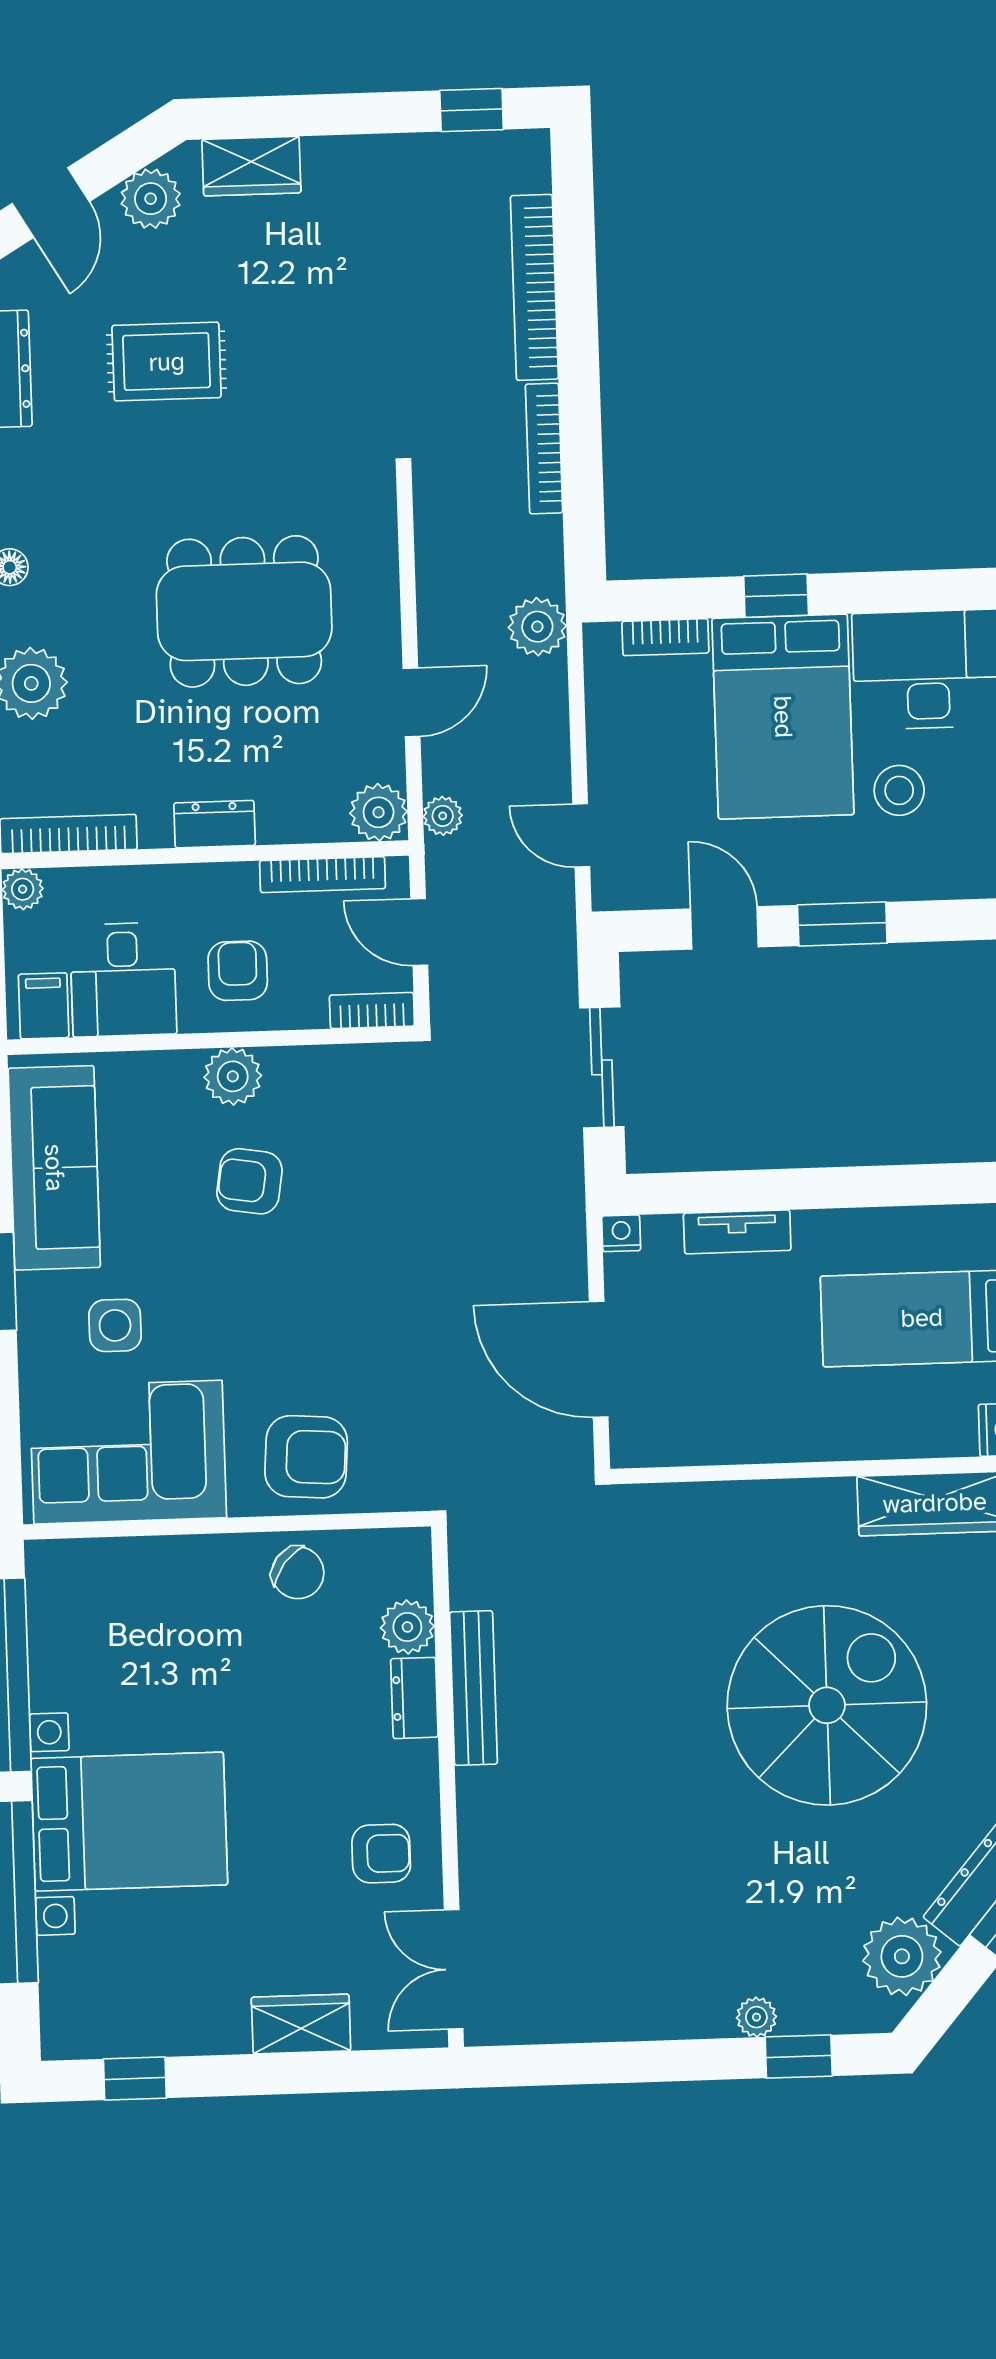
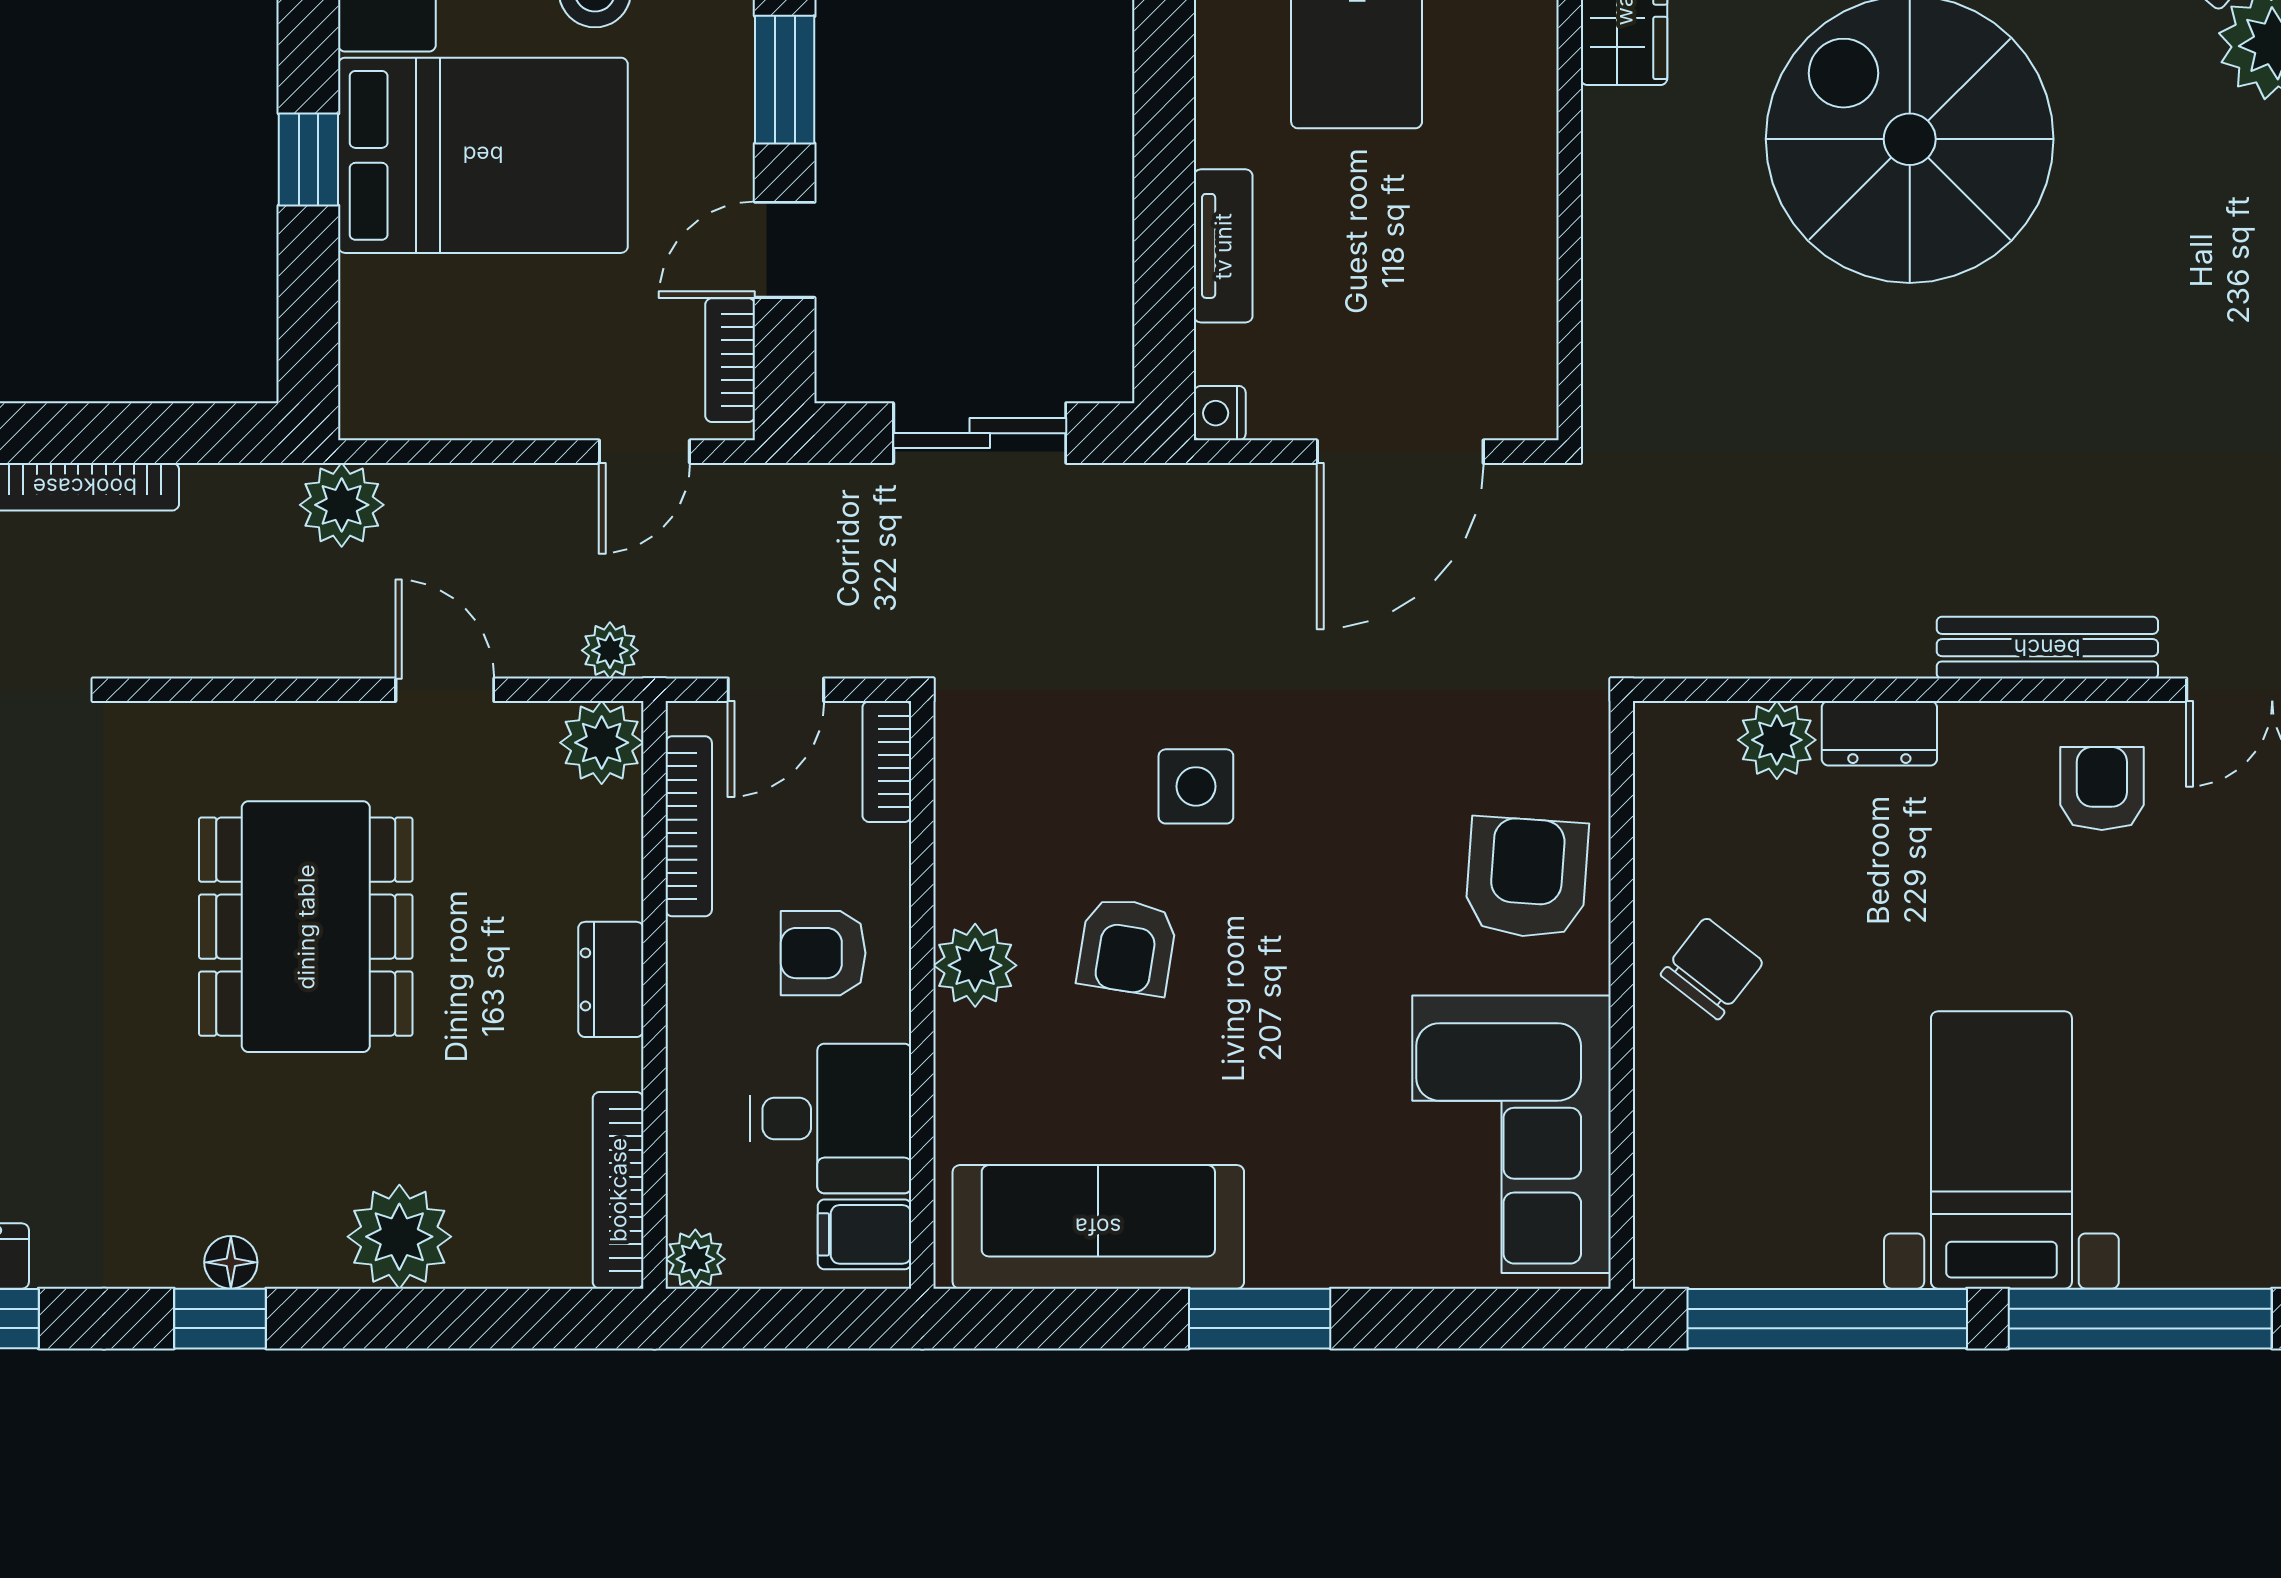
bookcase: (665, 637) -> (730, 360), moved, turned 180
side table: (115, 1325) -> (1196, 786), moved
chair: (298, 1573) -> (1712, 968), moved
bench: (473, 1688) -> (2047, 648), moved
bed with nightstands: (129, 1822) -> (2001, 1150), width x0.73

